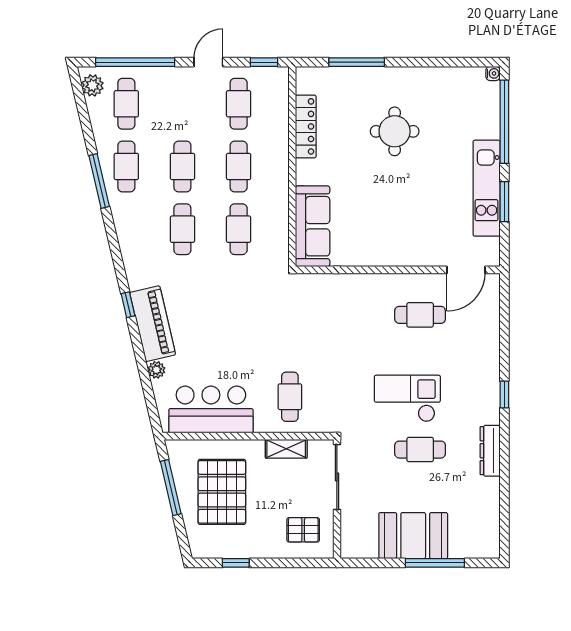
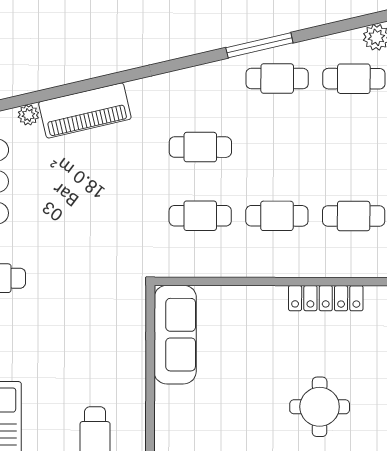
cafe table: (182, 166) -> (277, 147), removed
sofa: (313, 226) -> (175, 335), moved, turned -90
window: (128, 305) -> (108, 80), removed

